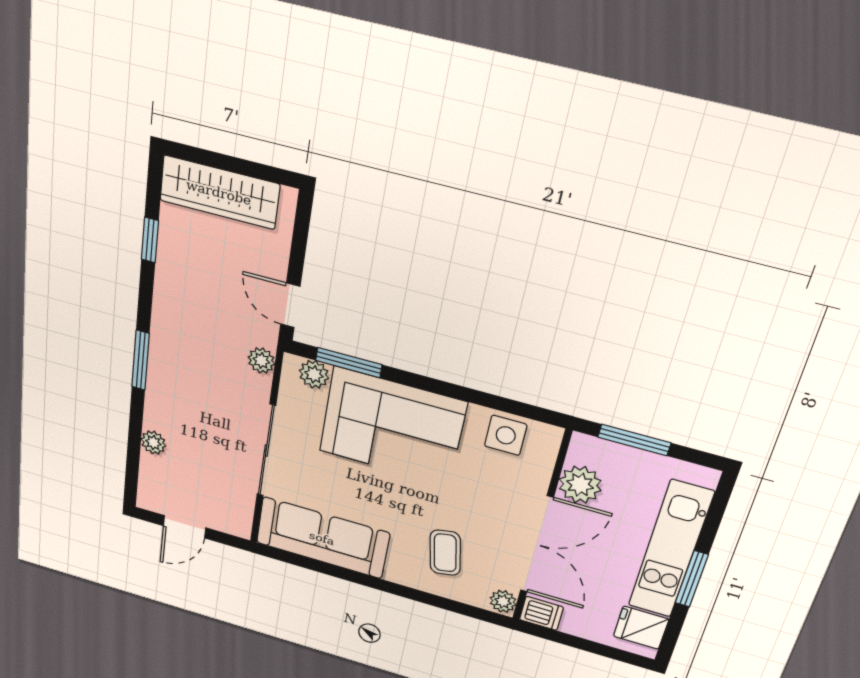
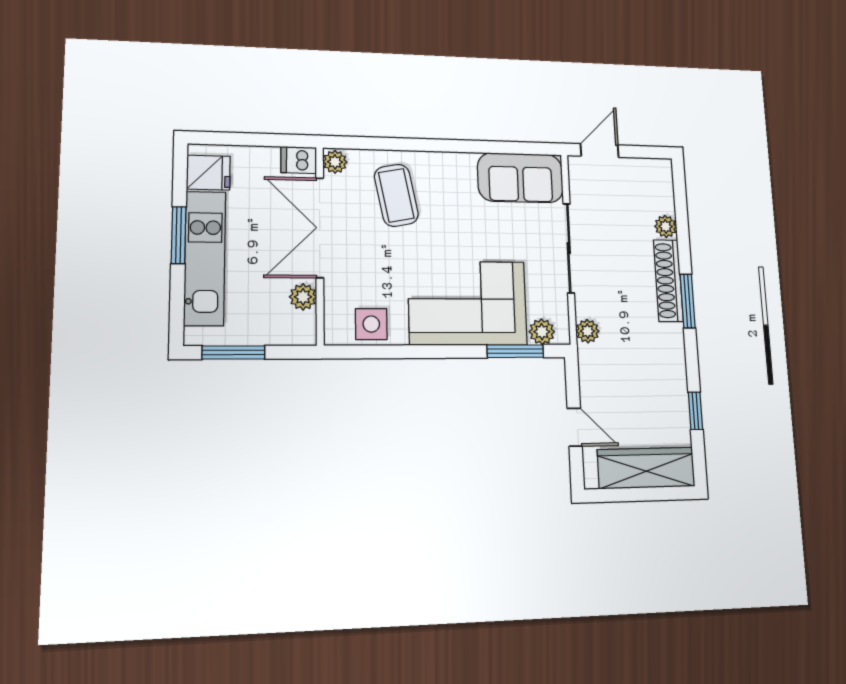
door: (290, 305) -> (575, 427), moved
shoe rack: (159, 387) -> (668, 281), added
window: (634, 440) -> (233, 352), moved
plant: (580, 485) -> (303, 297), width x0.73, depth x0.73
door: (184, 527) -> (600, 151), moved
sofa: (322, 538) -> (520, 178), width x0.73
coffee table: (445, 553) -> (396, 195), width x1.36, depth x1.30

